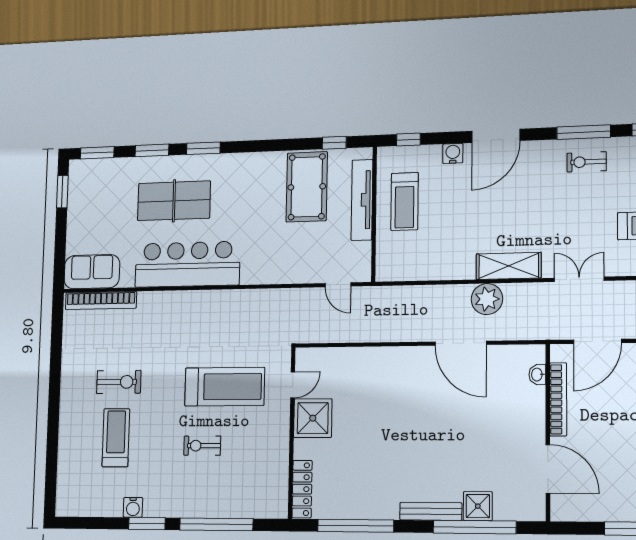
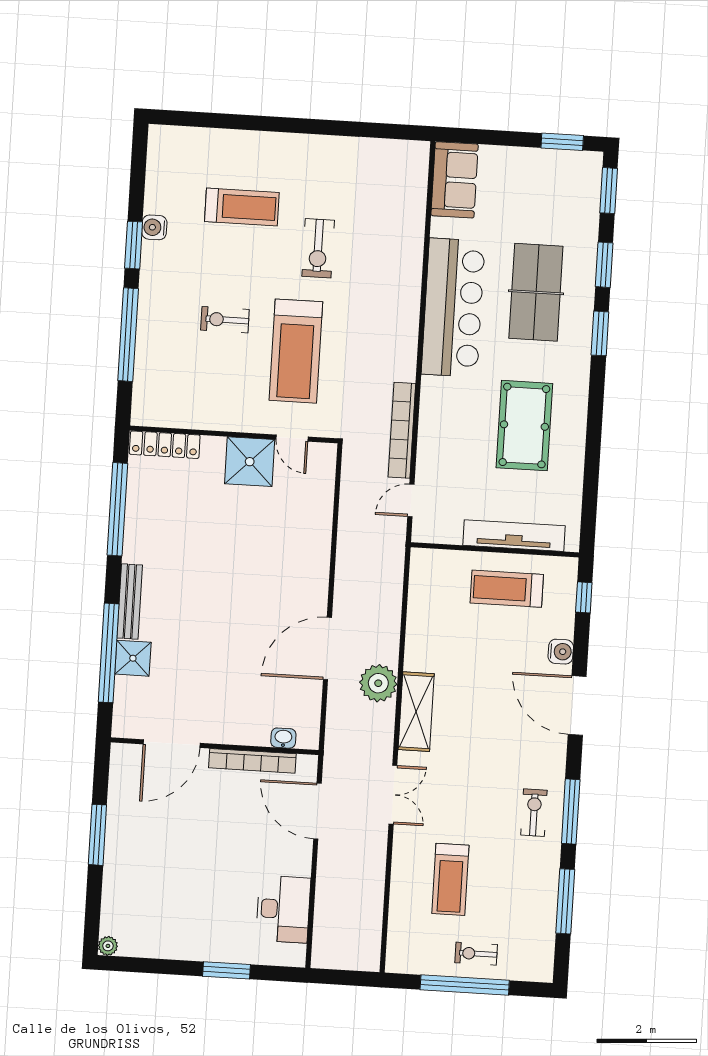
window: (334, 143) -> (590, 504), removed
pool table: (307, 187) -> (524, 426), moved, turned 90
bookcase: (101, 300) -> (402, 430), moved
exercise bike: (119, 382) -> (318, 248), moved
exercise bike: (202, 446) -> (225, 320), turned -90

